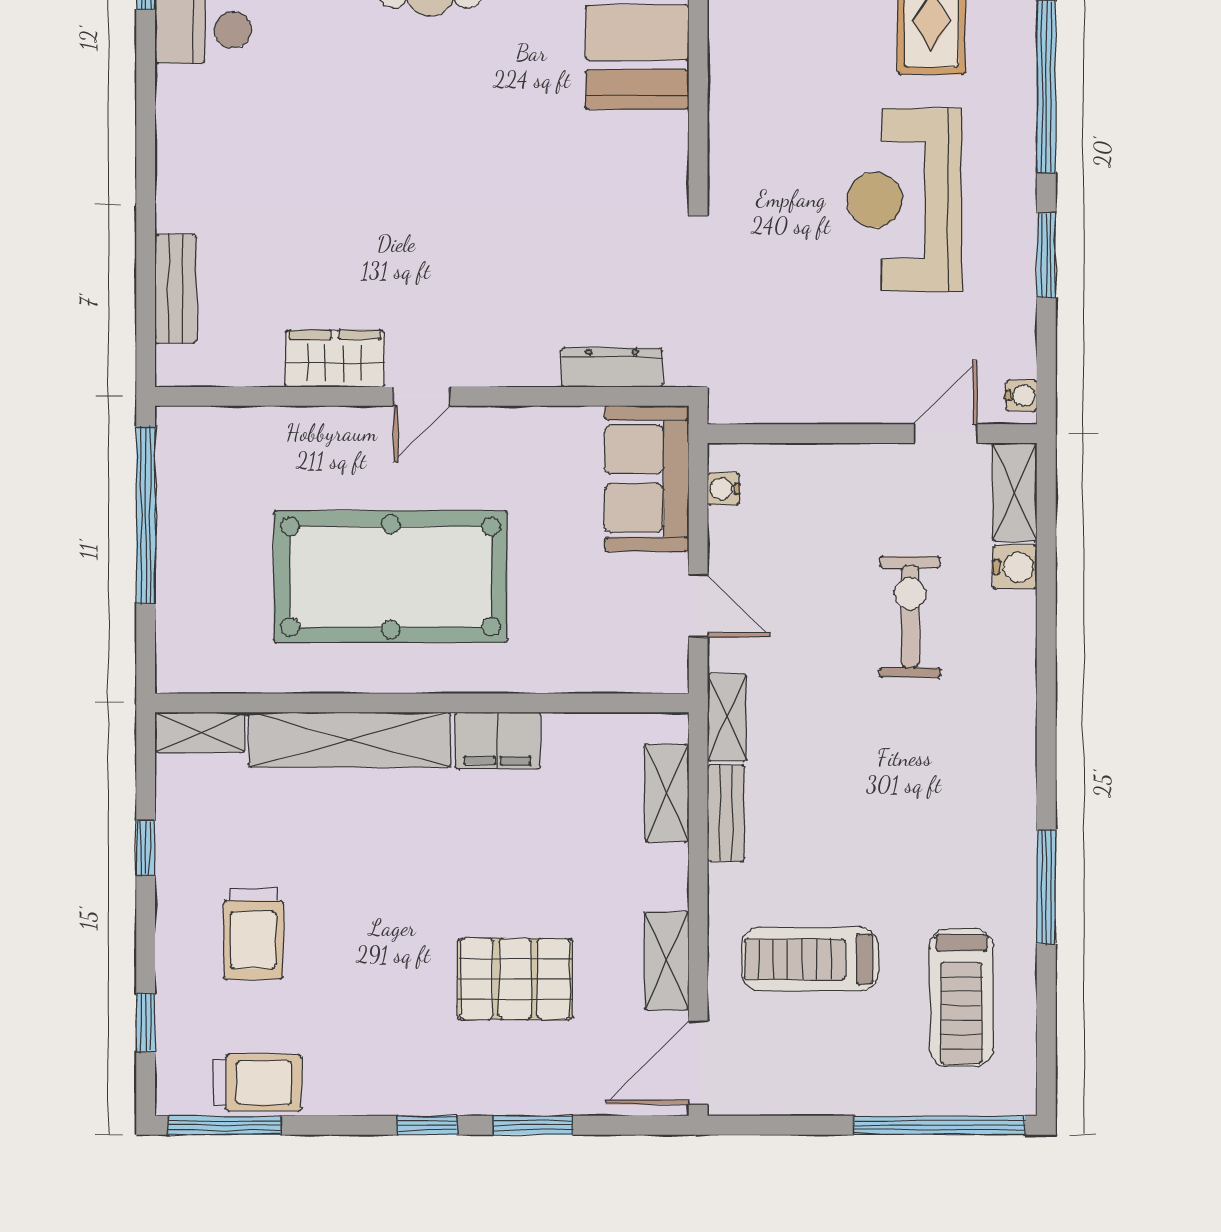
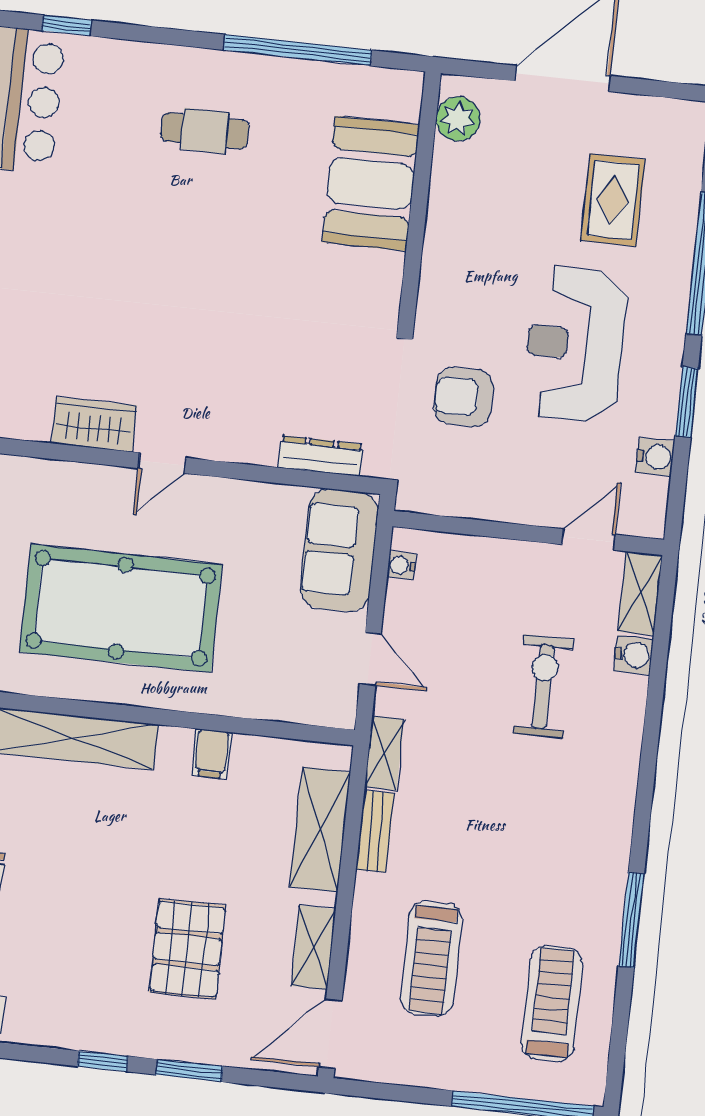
armchair: (776, 278) -> (463, 397), added
water cooler: (1021, 395) -> (655, 457), moved, width x1.38, depth x1.38
filing cabinet: (498, 741) -> (212, 754), width x0.50
shelving: (667, 793) -> (320, 829), width x1.50, depth x1.33
treadmill: (810, 959) -> (431, 959), turned -90
pallet: (515, 979) -> (188, 949), turned 90
treadmill: (961, 998) -> (552, 1004), turned 180

